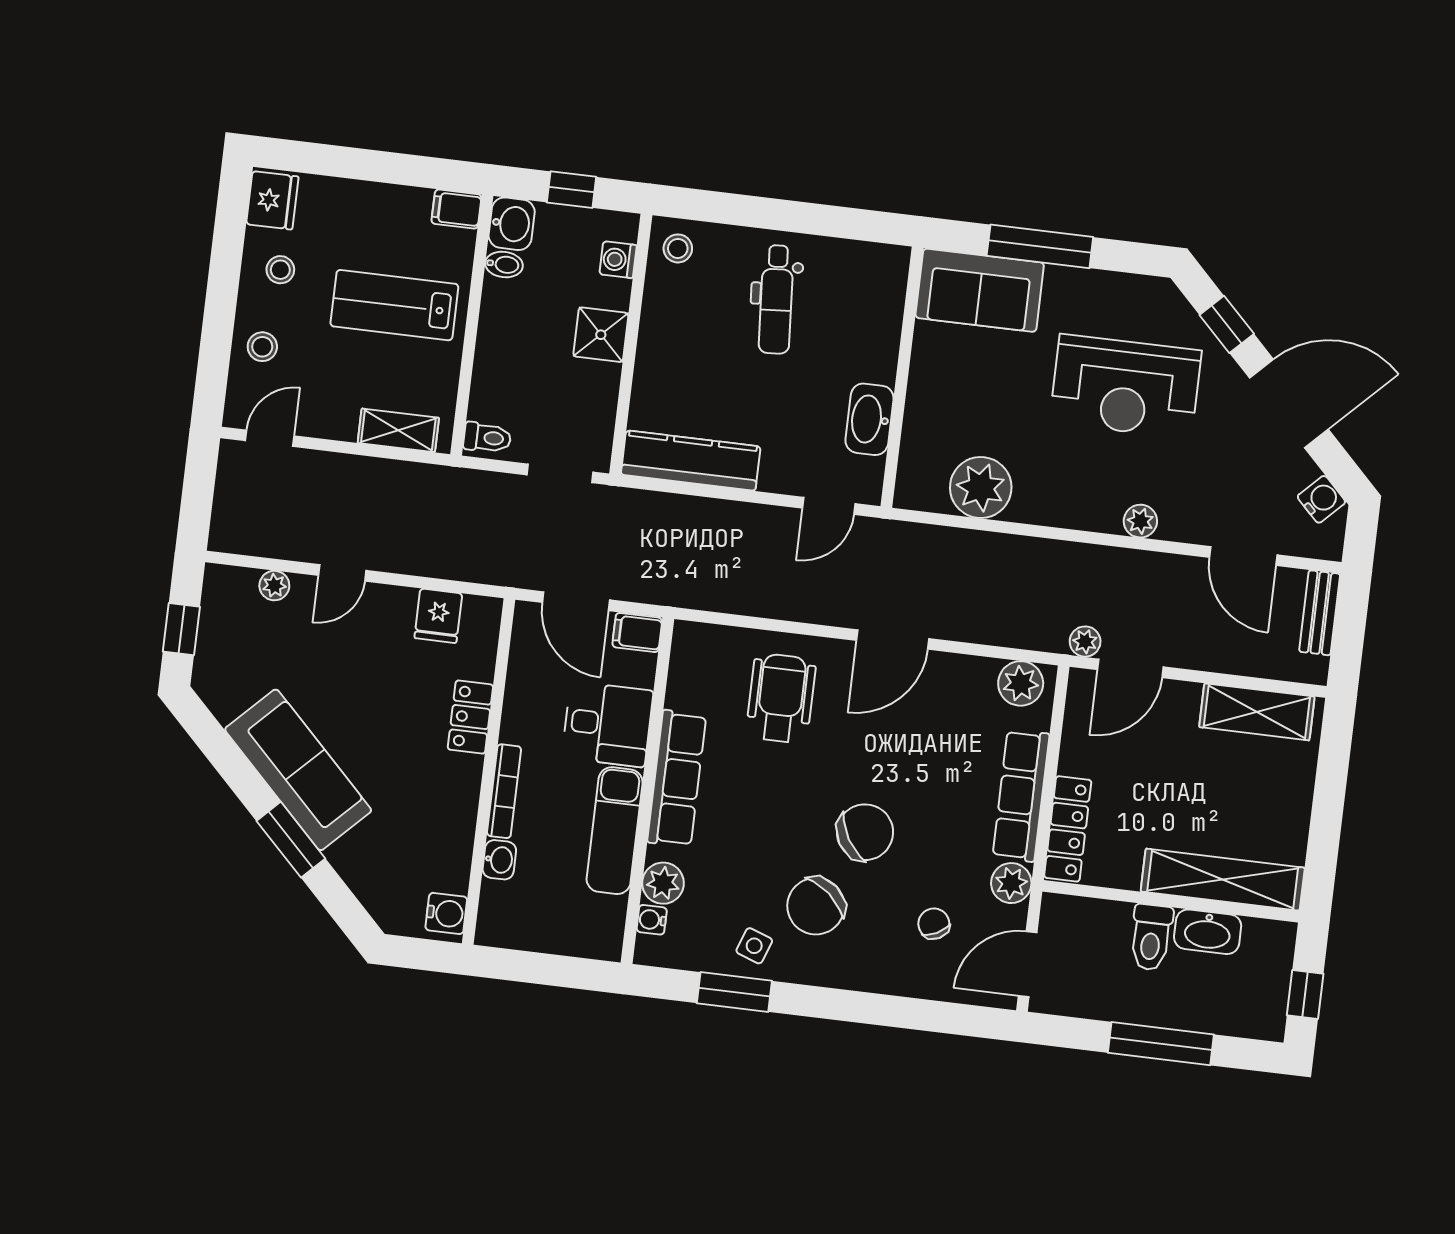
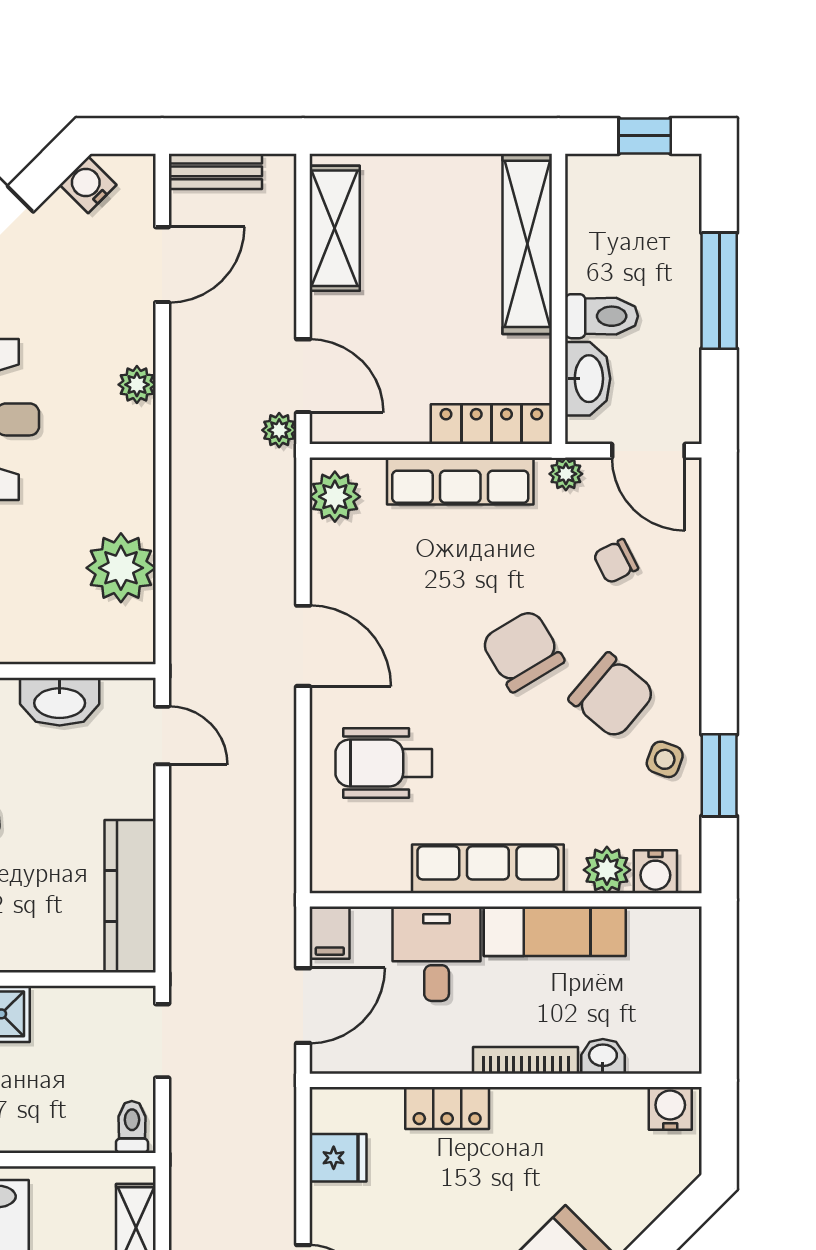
plant: (1011, 883) -> (566, 474), width x0.73, depth x0.73
water cooler: (652, 920) -> (655, 872), width x1.38, depth x1.38
washbasin: (1208, 932) -> (588, 379), moved

